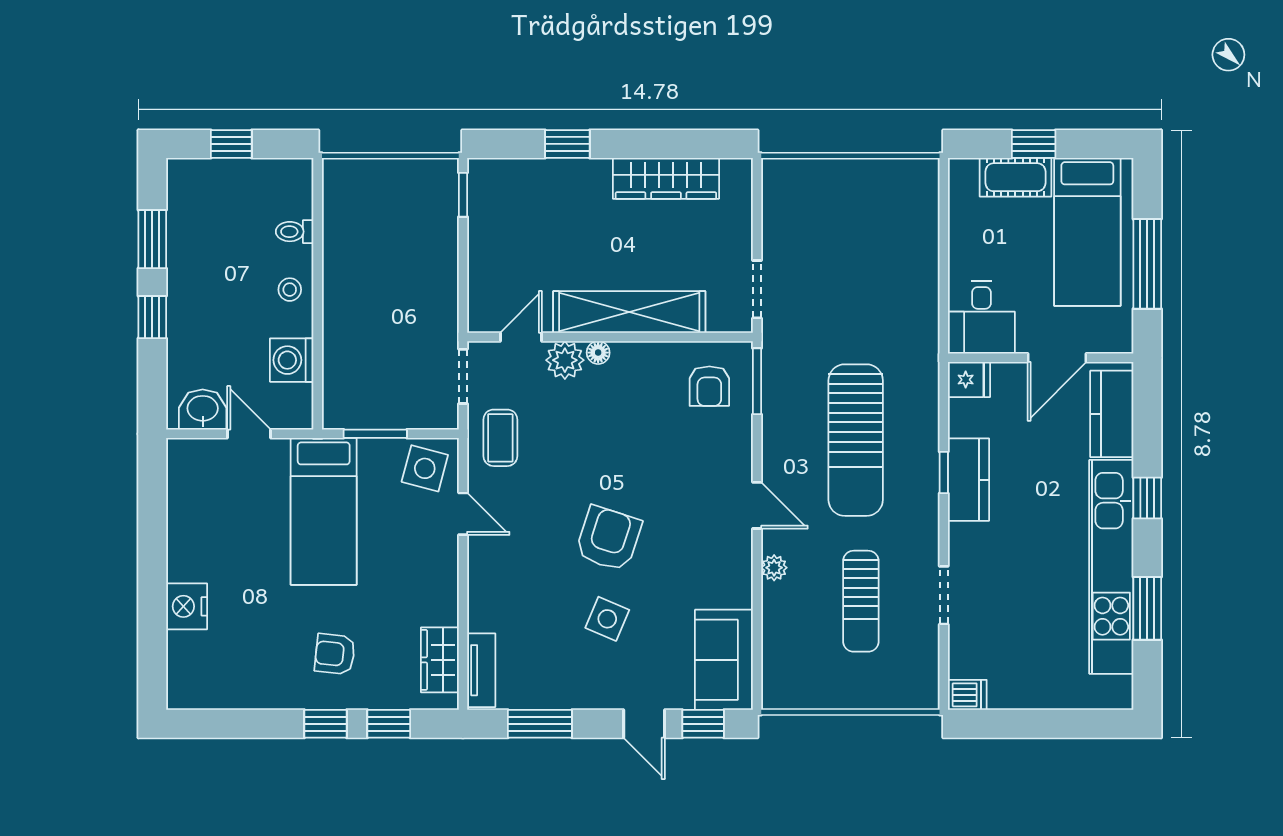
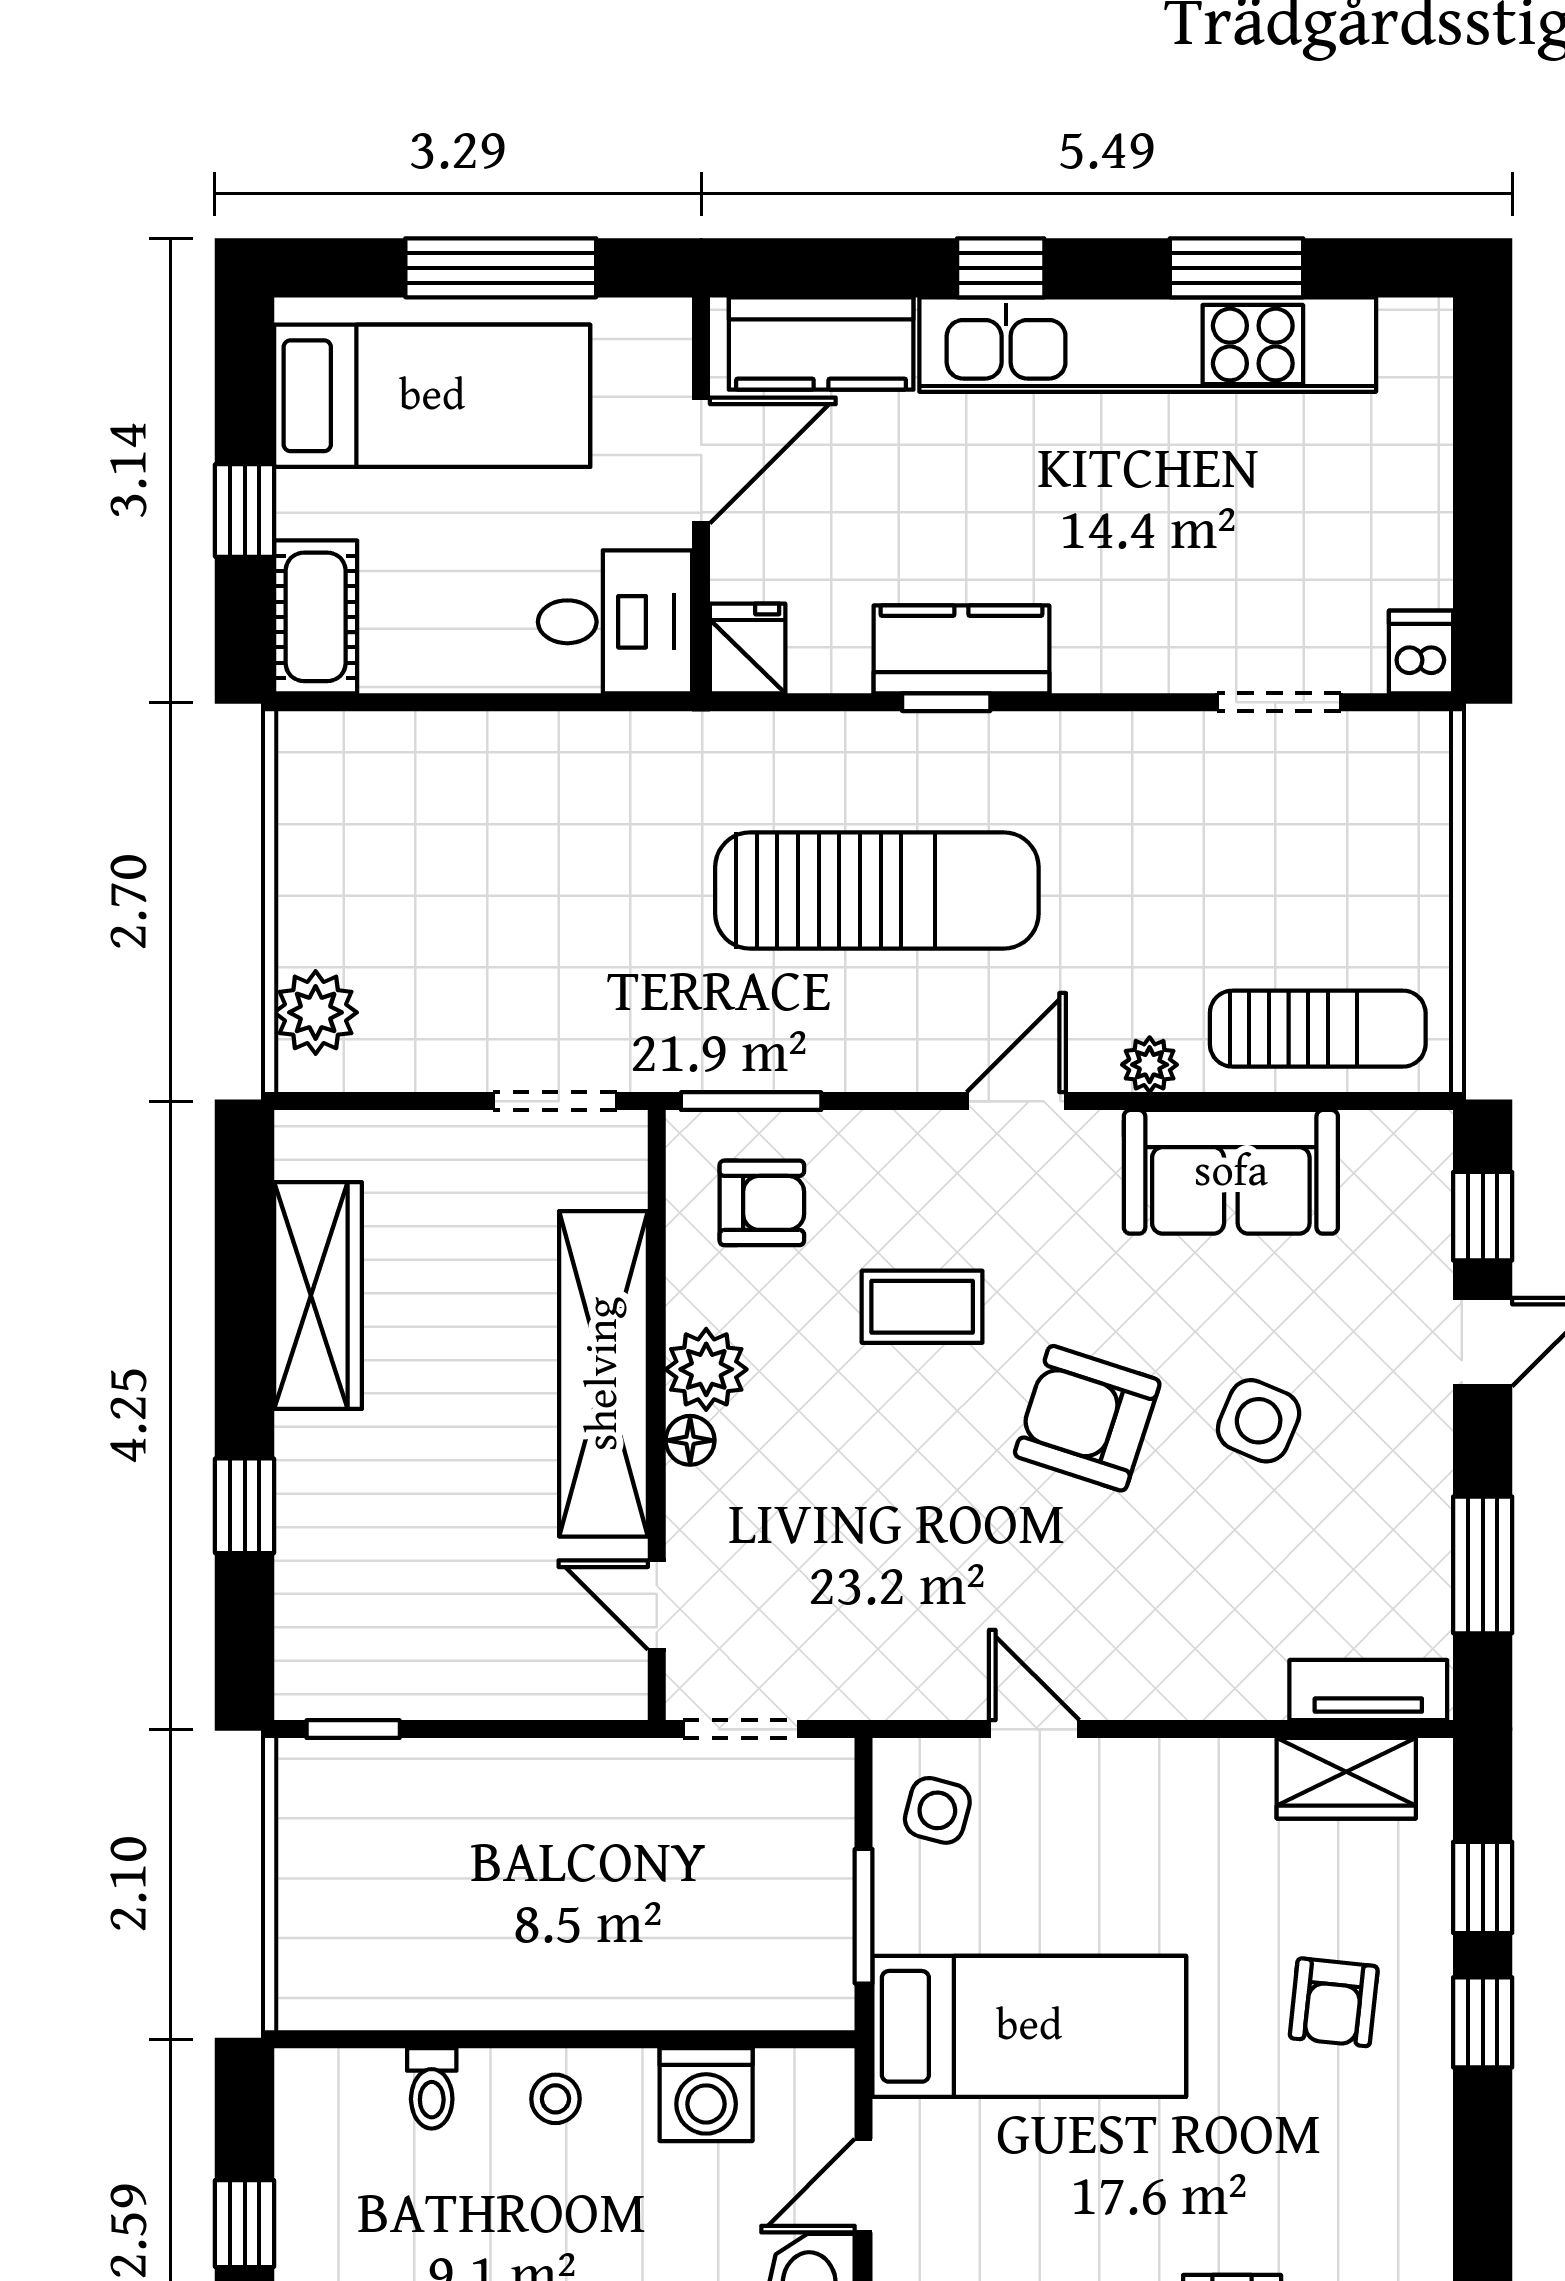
plant: (798, 177) -> (316, 1012), added
cot: (1015, 177) -> (316, 617), moved
door: (1057, 358) -> (701, 460), hinge flipped
plant: (565, 360) -> (706, 1369), moved
coffee table: (500, 438) -> (922, 1307), moved
side table: (425, 468) -> (937, 1810), width x0.73, depth x0.73
door: (463, 514) -> (1034, 1729), hinge flipped
doorway: (944, 595) -> (1279, 702), moved
sun lounger: (861, 601) -> (1318, 1029), moved
sofa: (724, 660) -> (1231, 1172), moved

